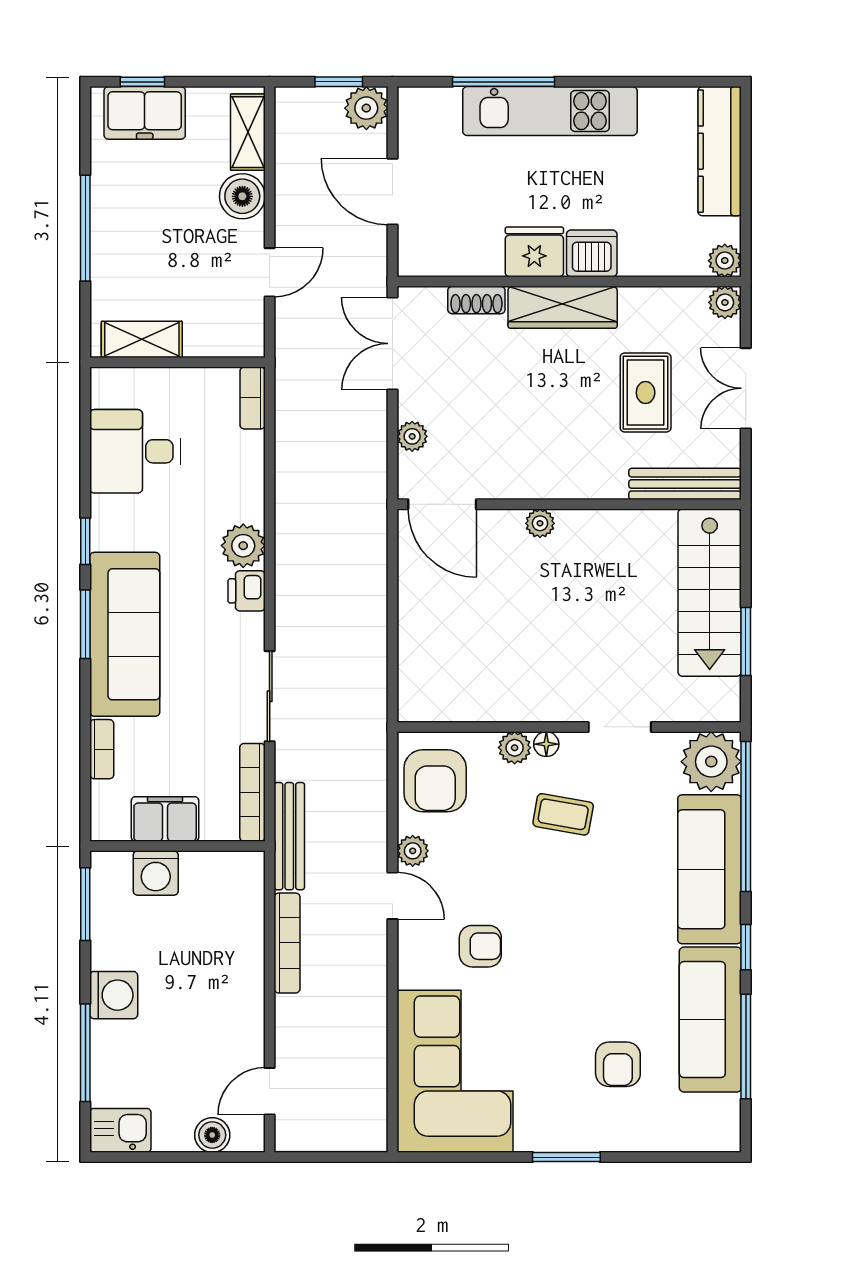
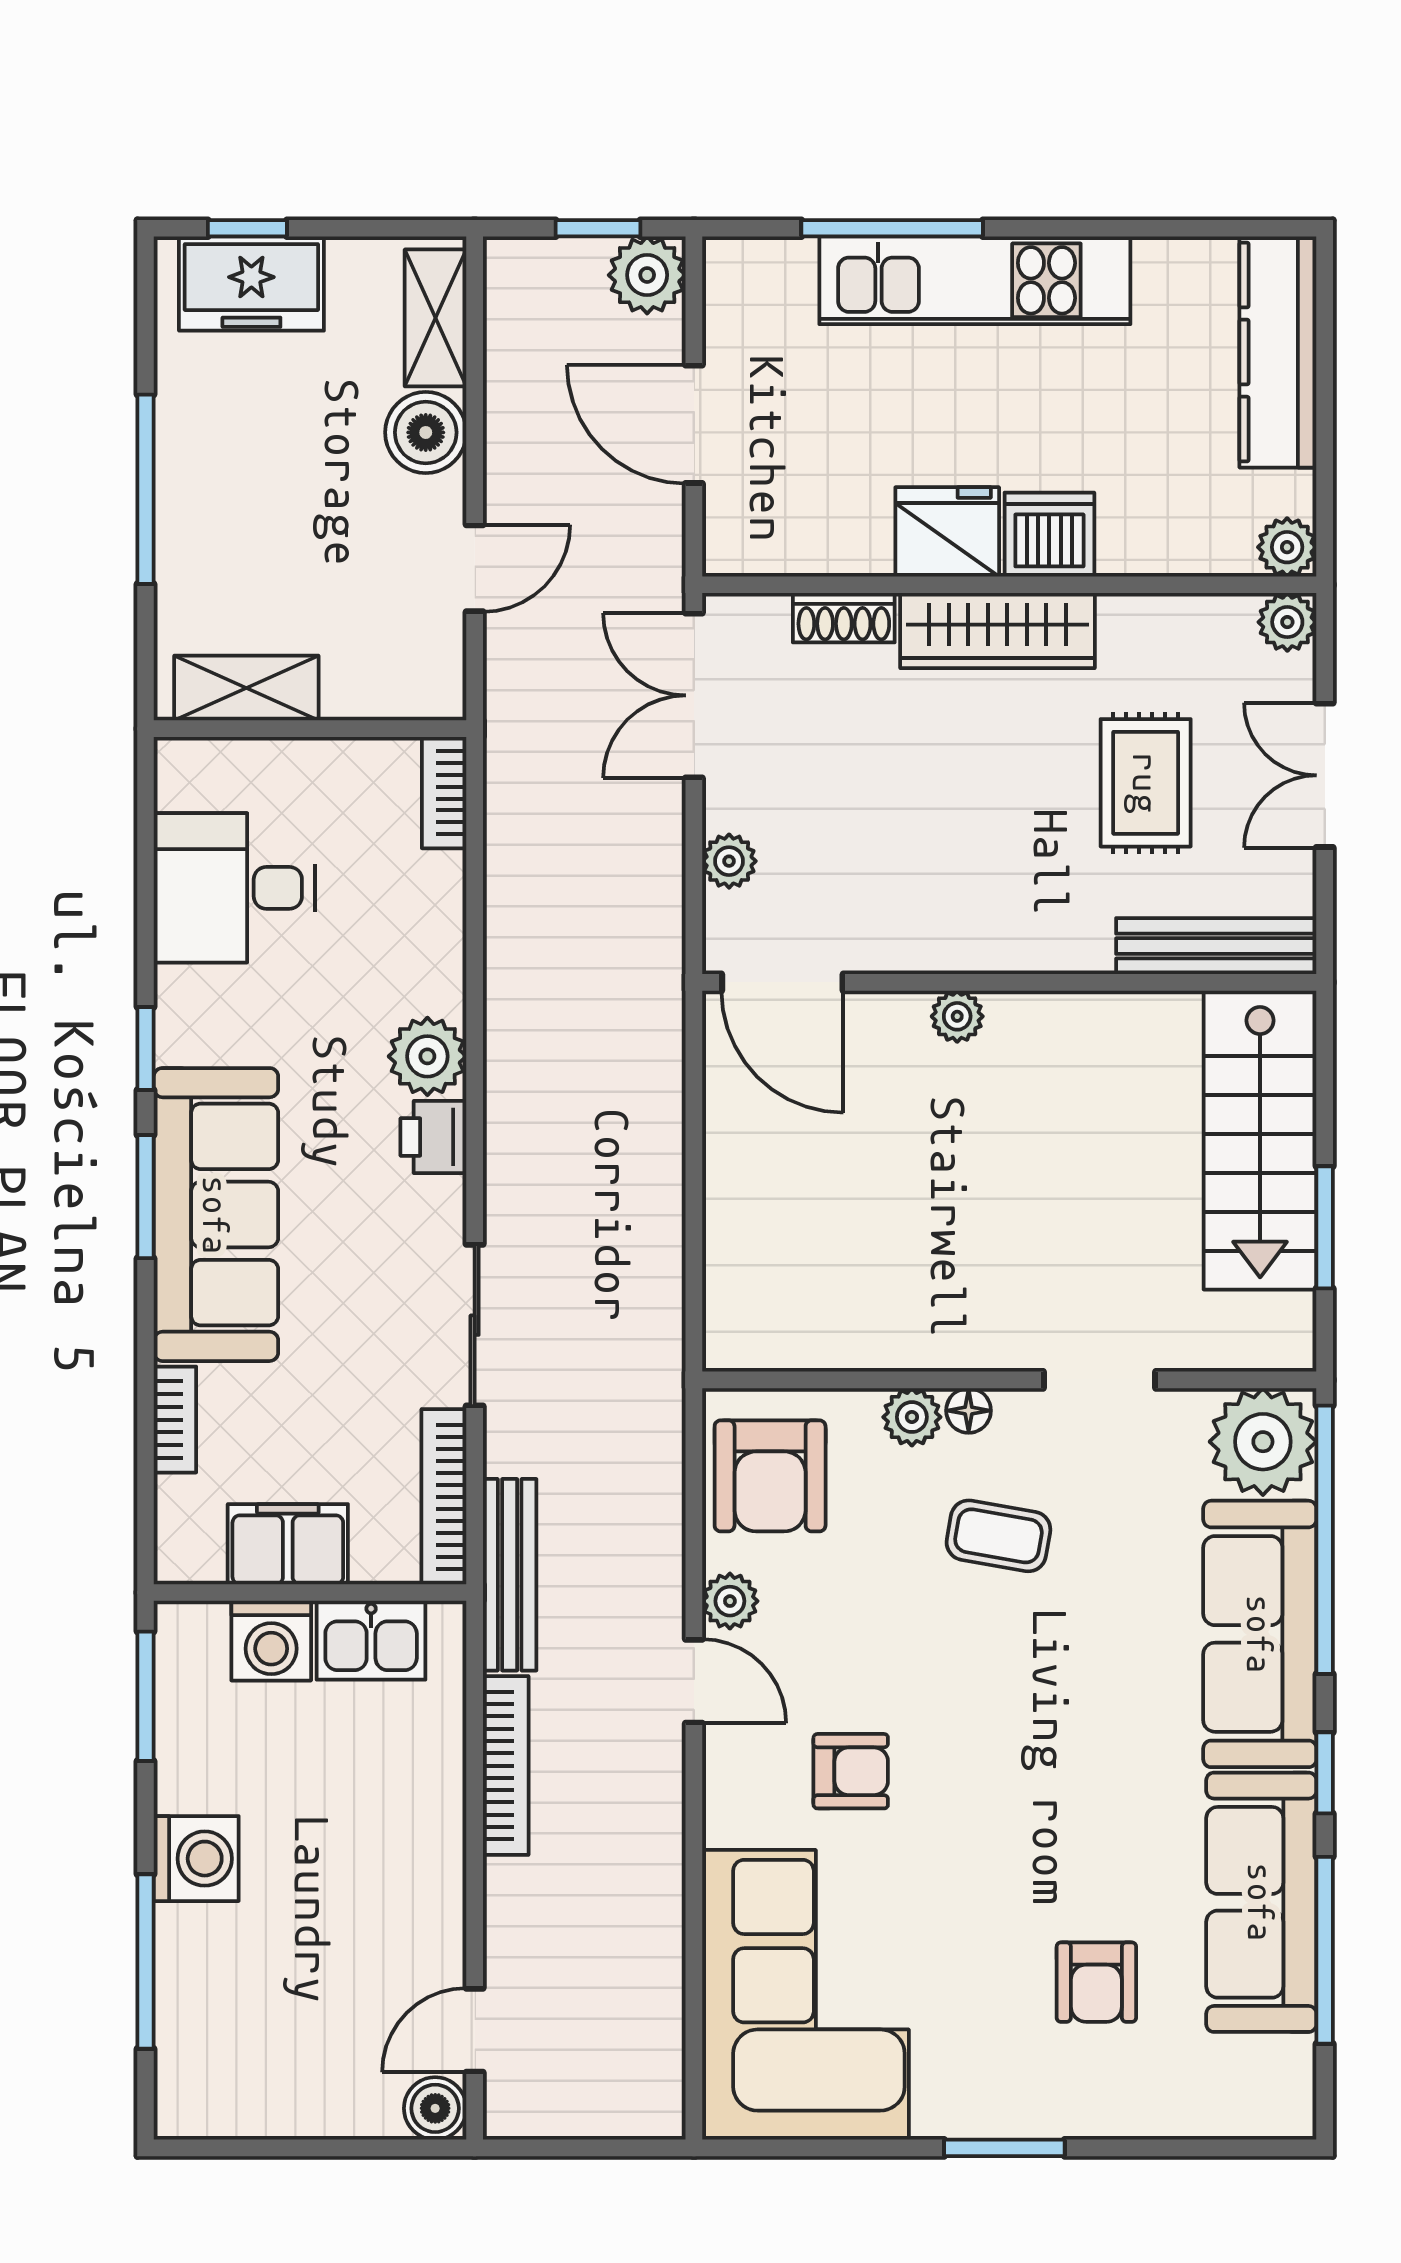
kitchen sink: (120, 1130) -> (371, 1640), moved, turned 180
boiler: (212, 1135) -> (435, 2108), moved

